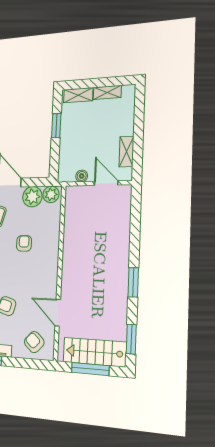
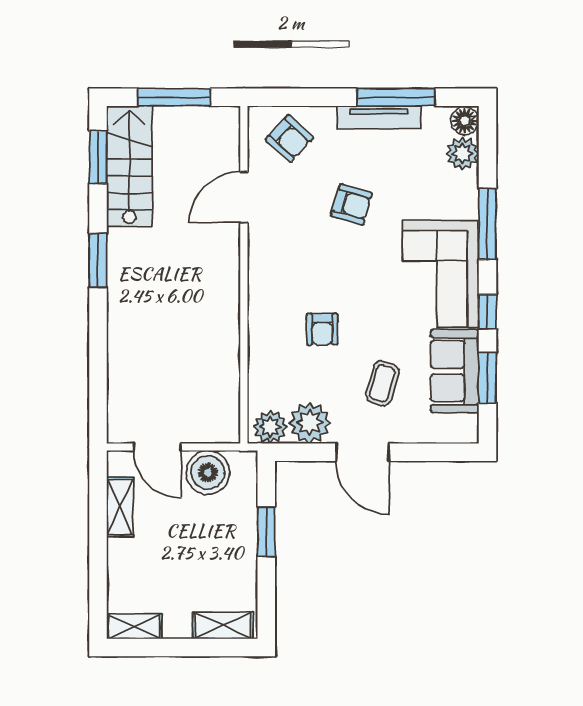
shelving: (107, 92) -> (134, 626), moved
window: (56, 126) -> (266, 532), moved
boiler: (82, 176) -> (208, 472), width x1.86, depth x1.86
door: (58, 313) -> (244, 197), swing flipped
stairs: (94, 352) -> (129, 166), moved, turned -90

